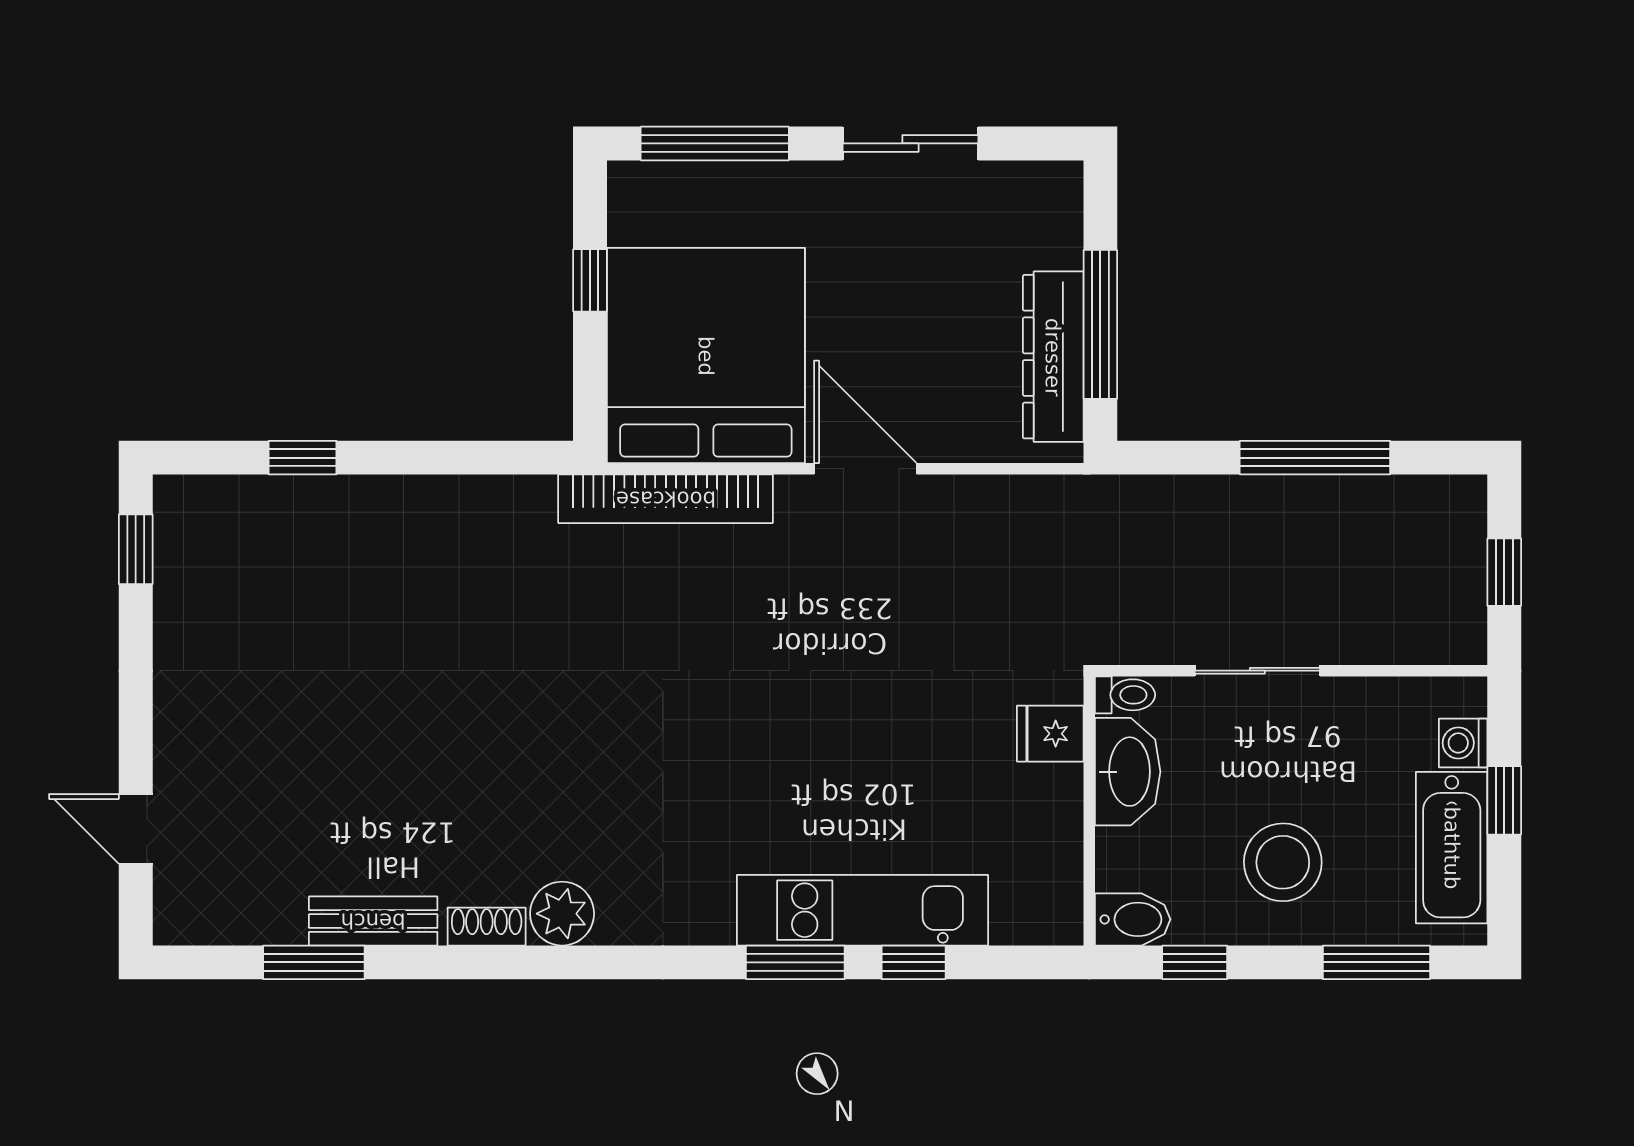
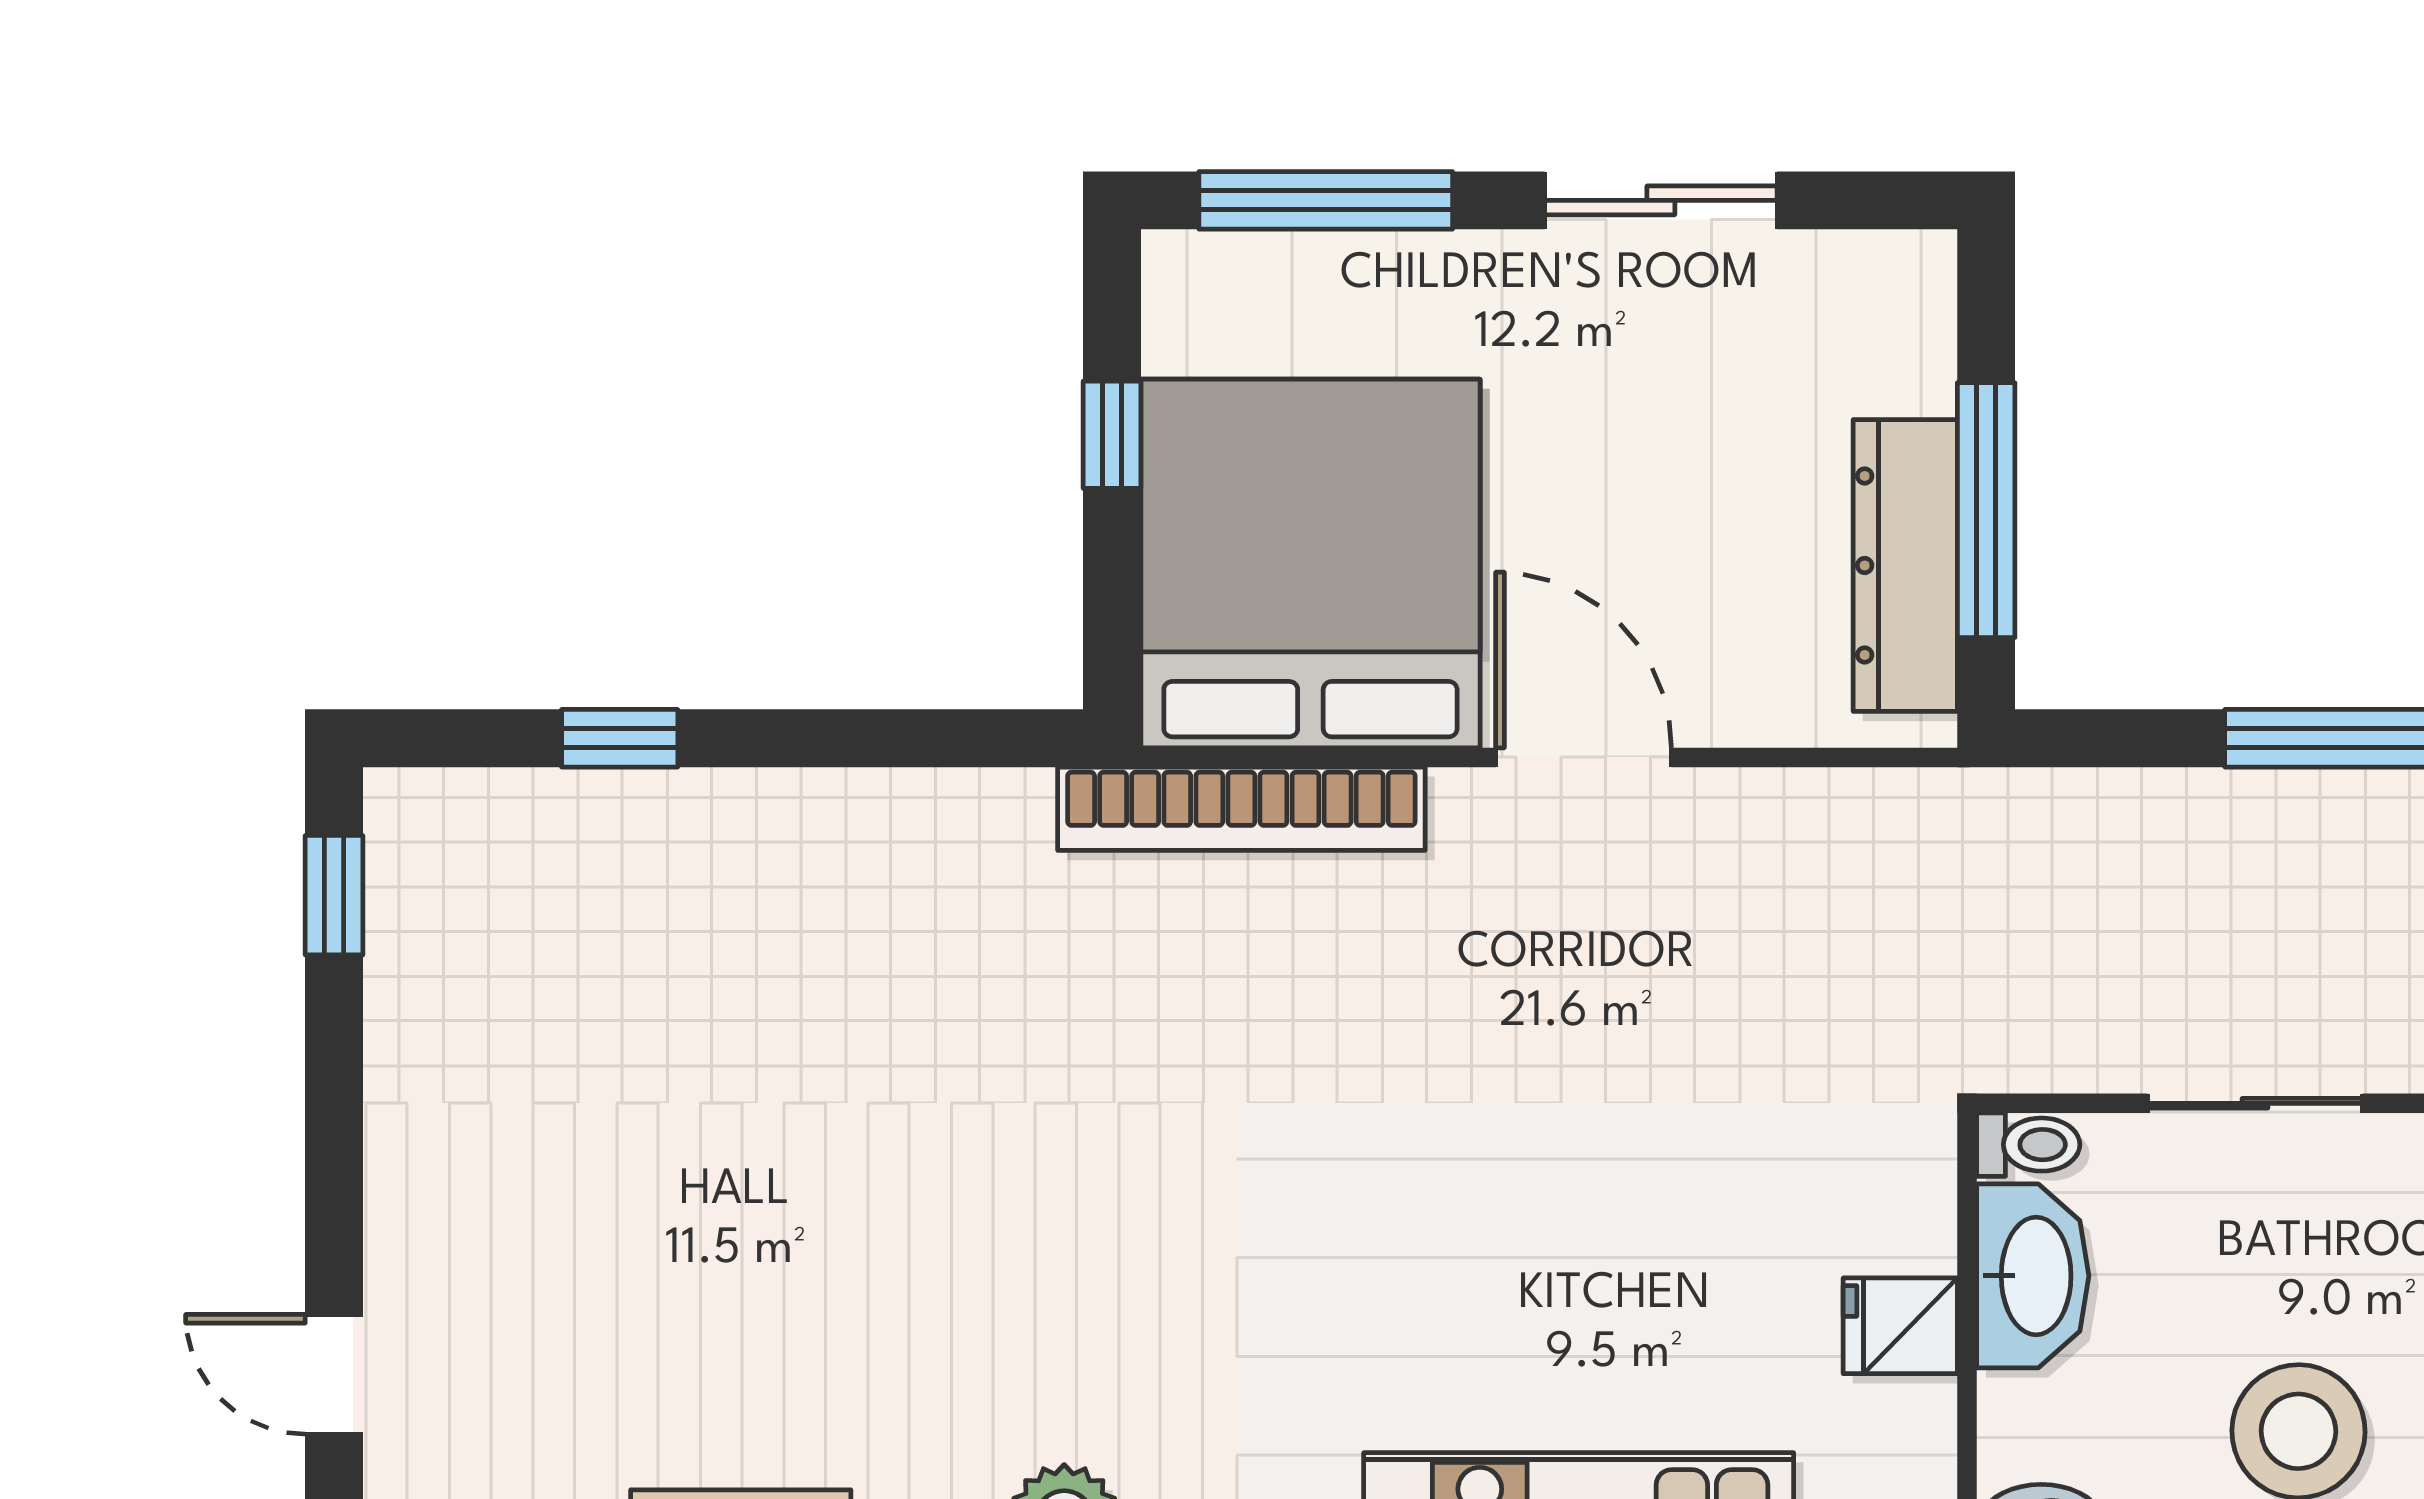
fridge: (1050, 734) -> (1900, 1326), moved

